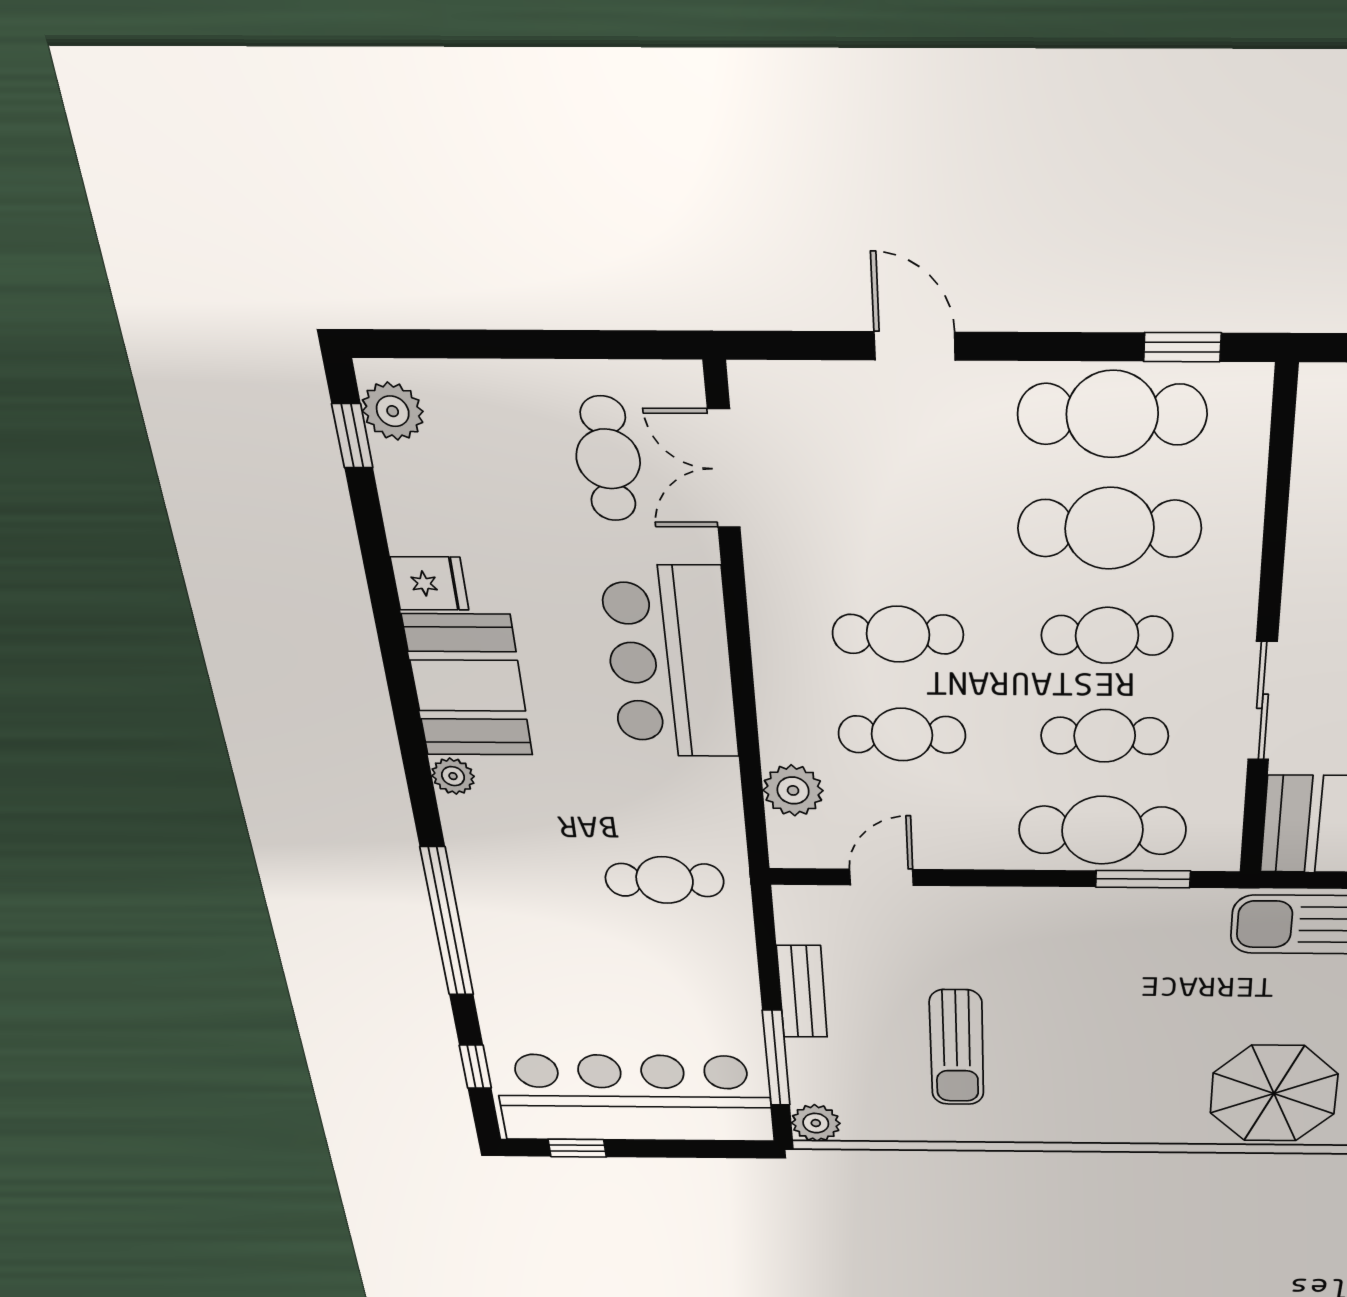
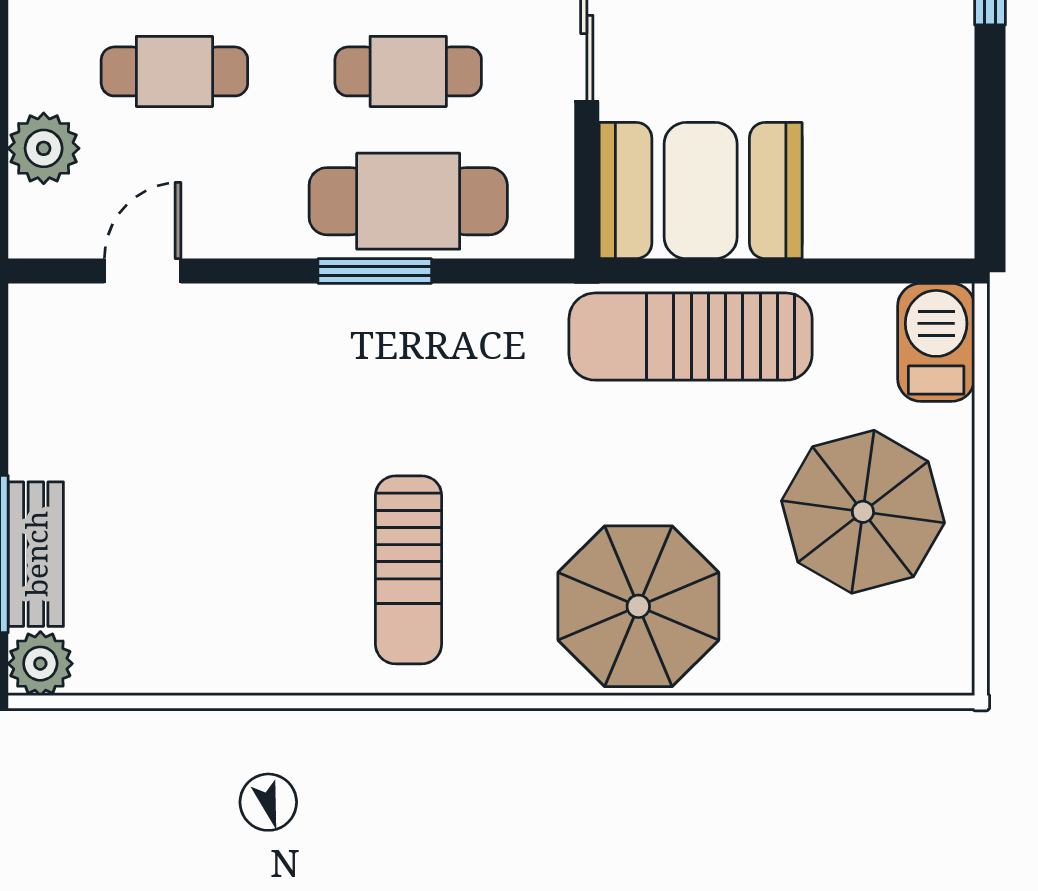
window: (1143, 879) -> (375, 271), moved
bench: (802, 992) -> (36, 554), moved
sun lounger: (957, 1048) -> (409, 570), moved

